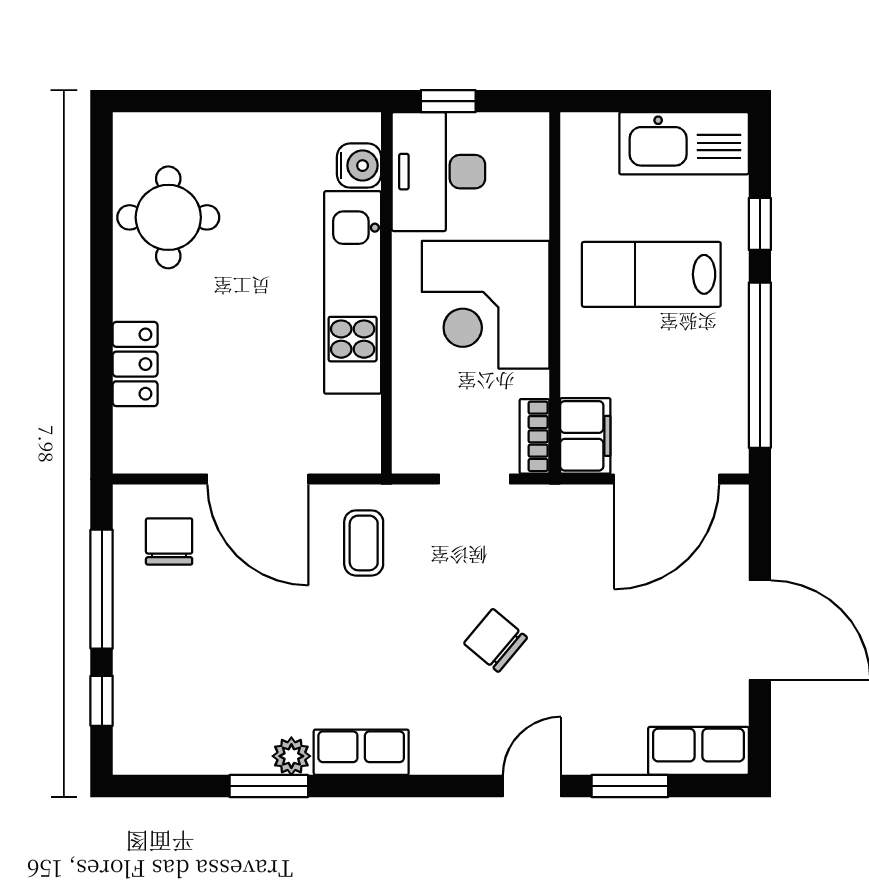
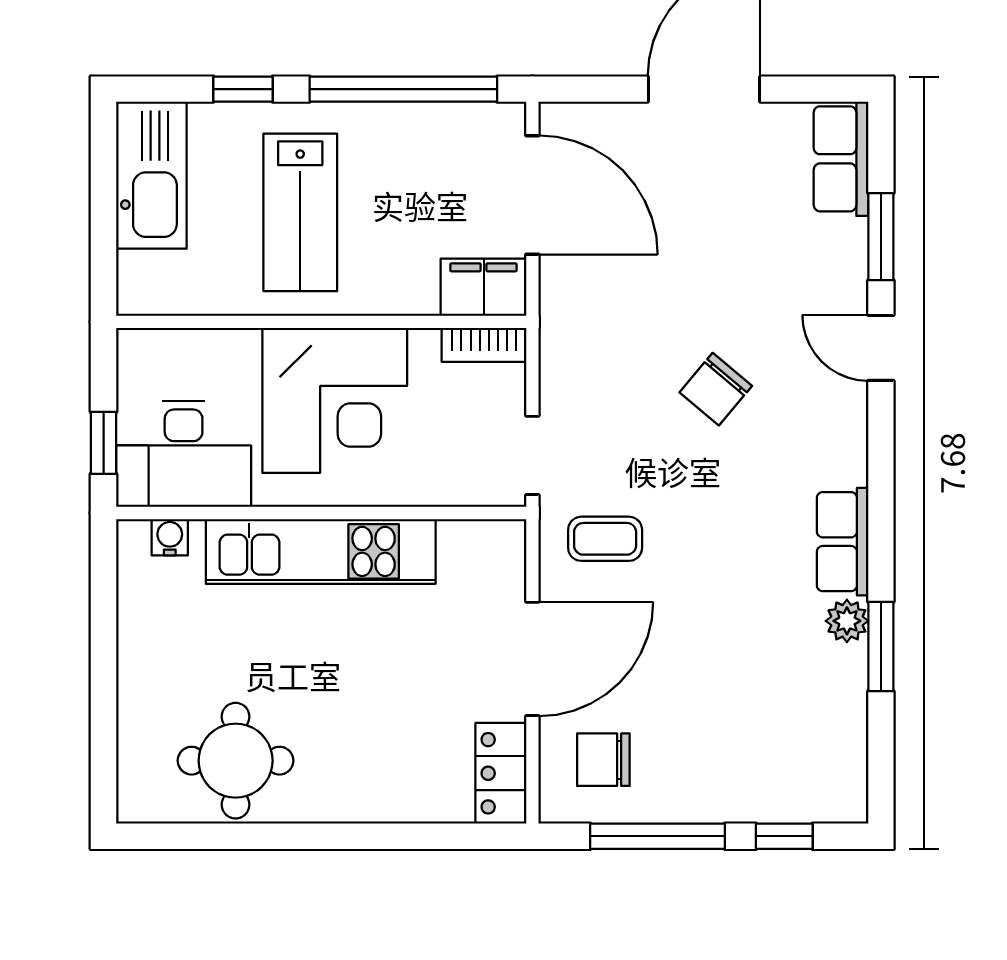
water cooler: (359, 166) -> (170, 537), width x0.72, depth x0.72
locker: (135, 364) -> (501, 773), moved, turned -90
doorway: (475, 479) -> (532, 455), moved

